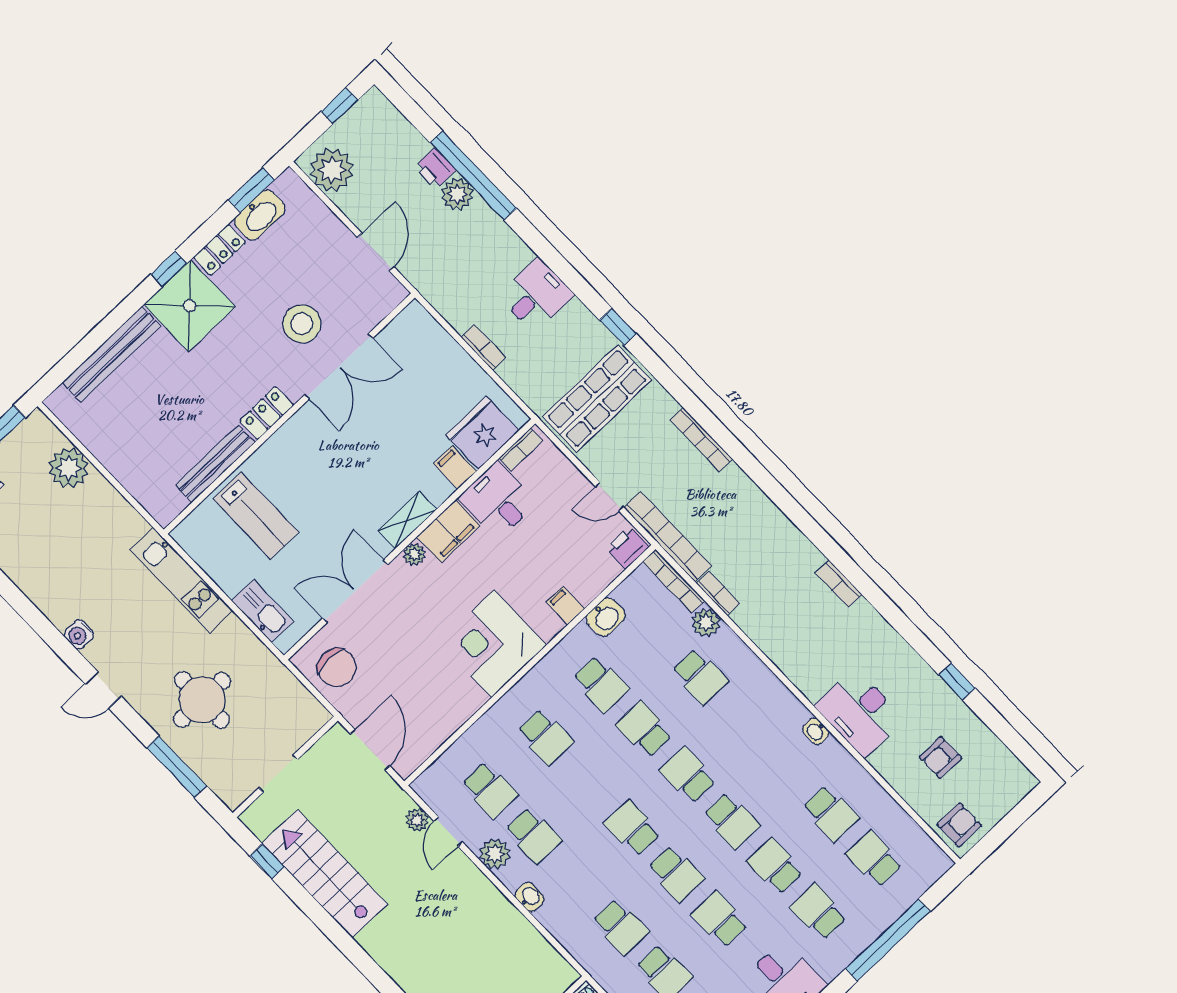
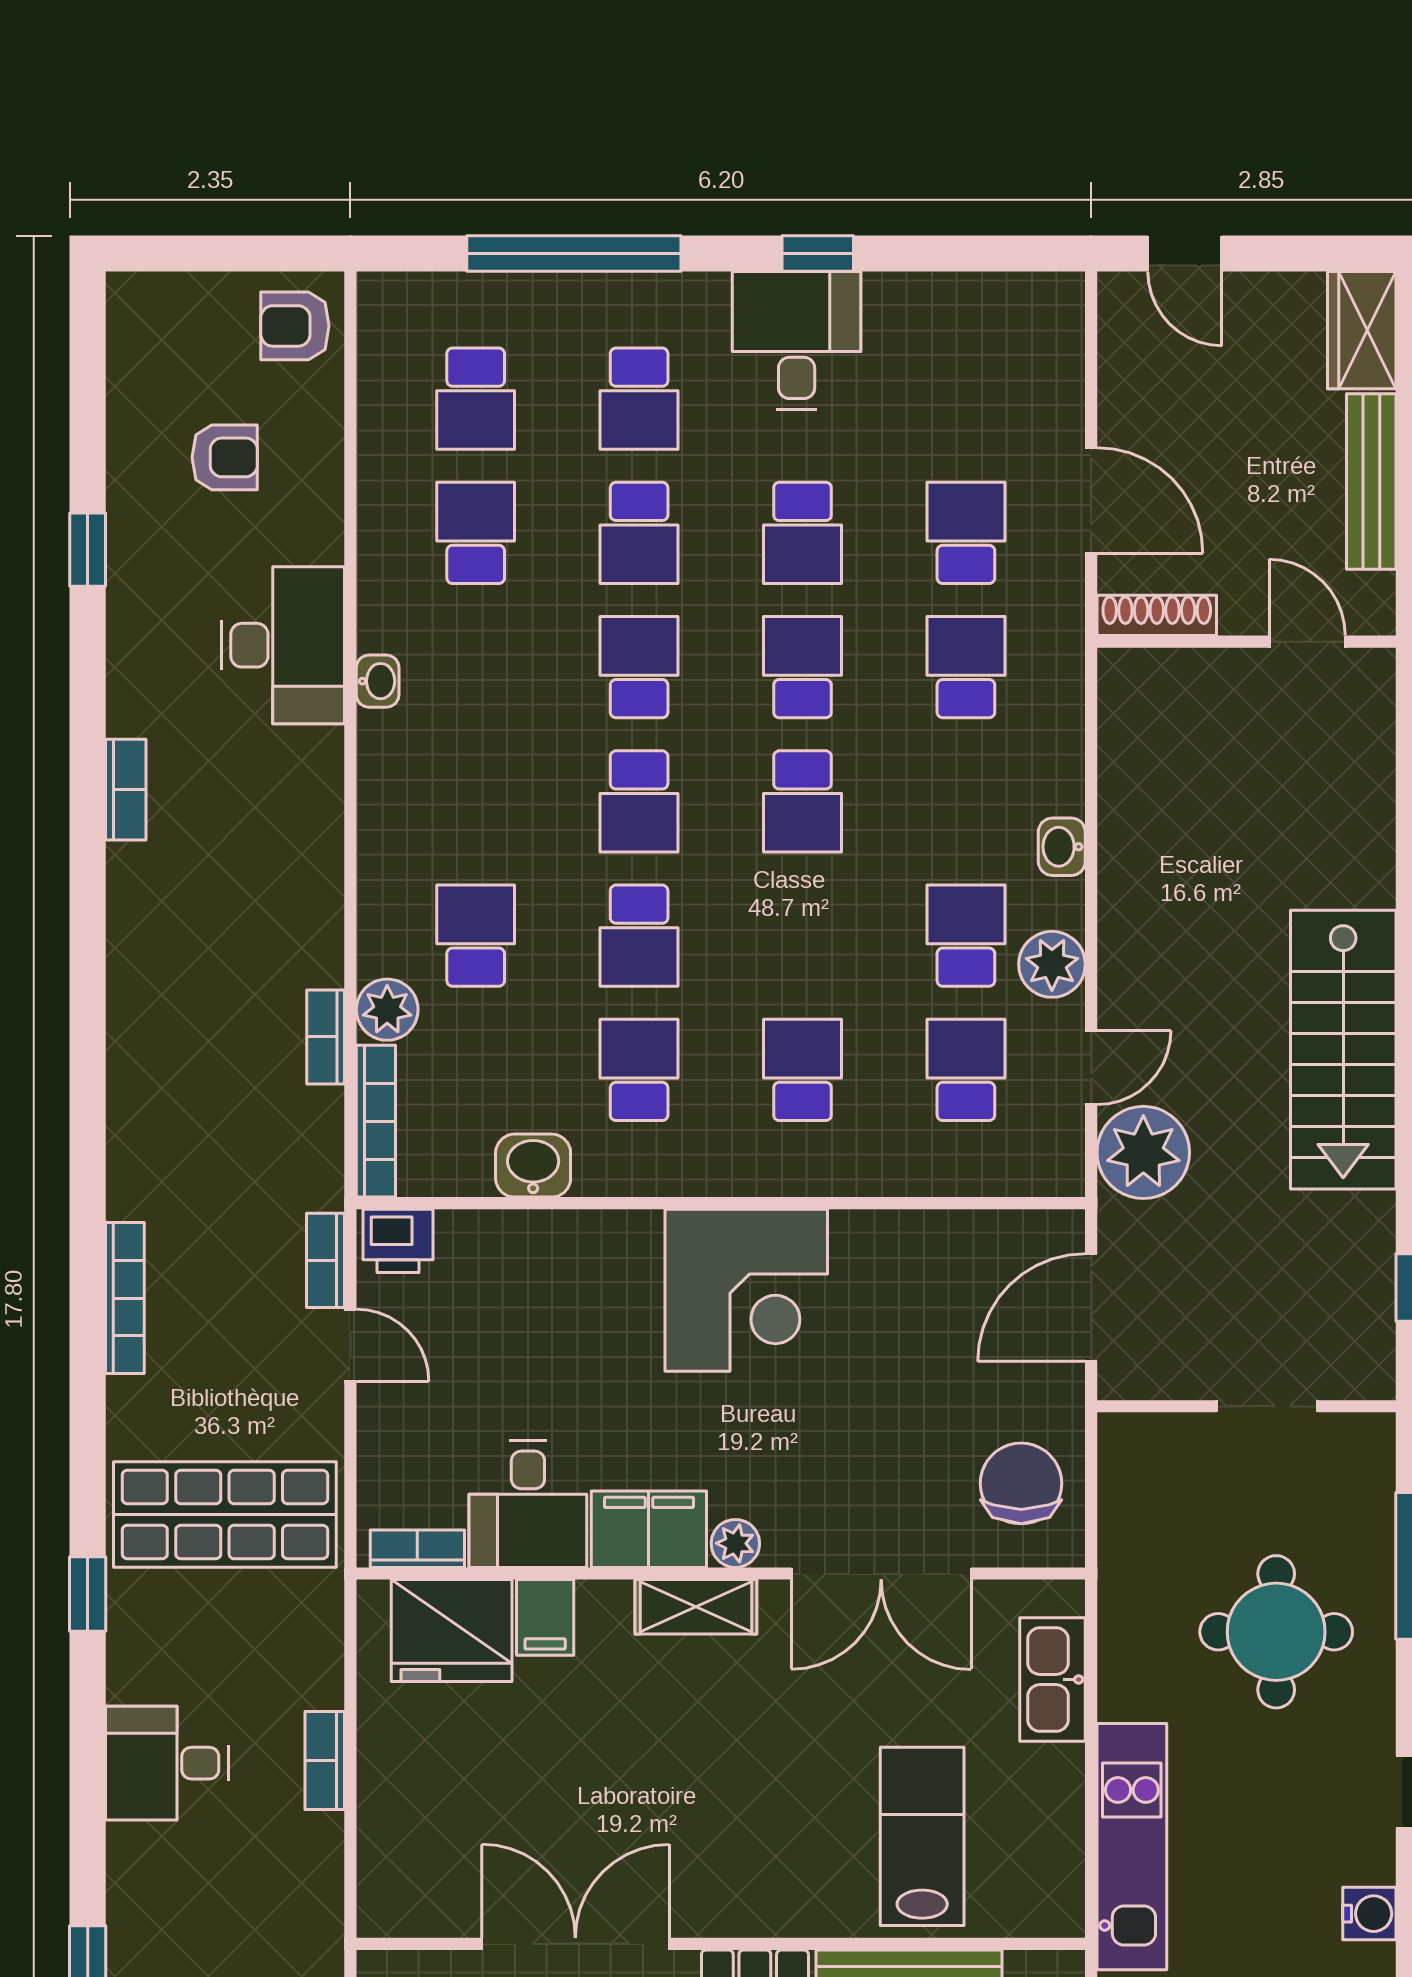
bookcase: (668, 537) -> (326, 1260), width x0.43, depth x0.76
bookcase: (839, 584) -> (126, 790), moved
filing cabinet: (565, 605) -> (578, 1243), removed
plant: (417, 820) -> (1143, 1152), width x1.87, depth x1.87
stairs: (325, 874) -> (1343, 1050), moved

